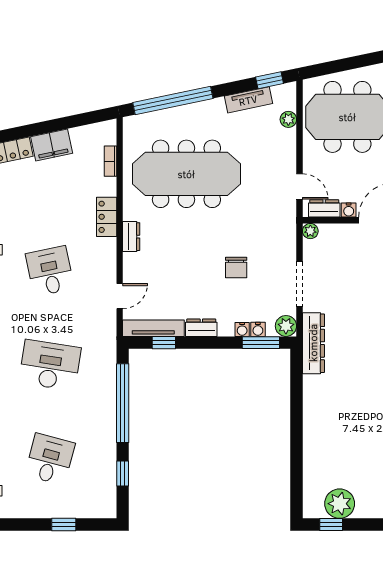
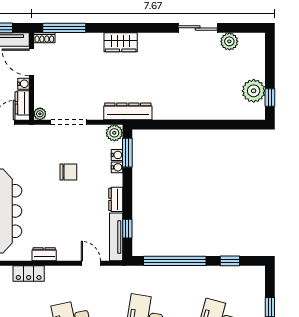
doorway: (300, 284) -> (68, 122), moved

